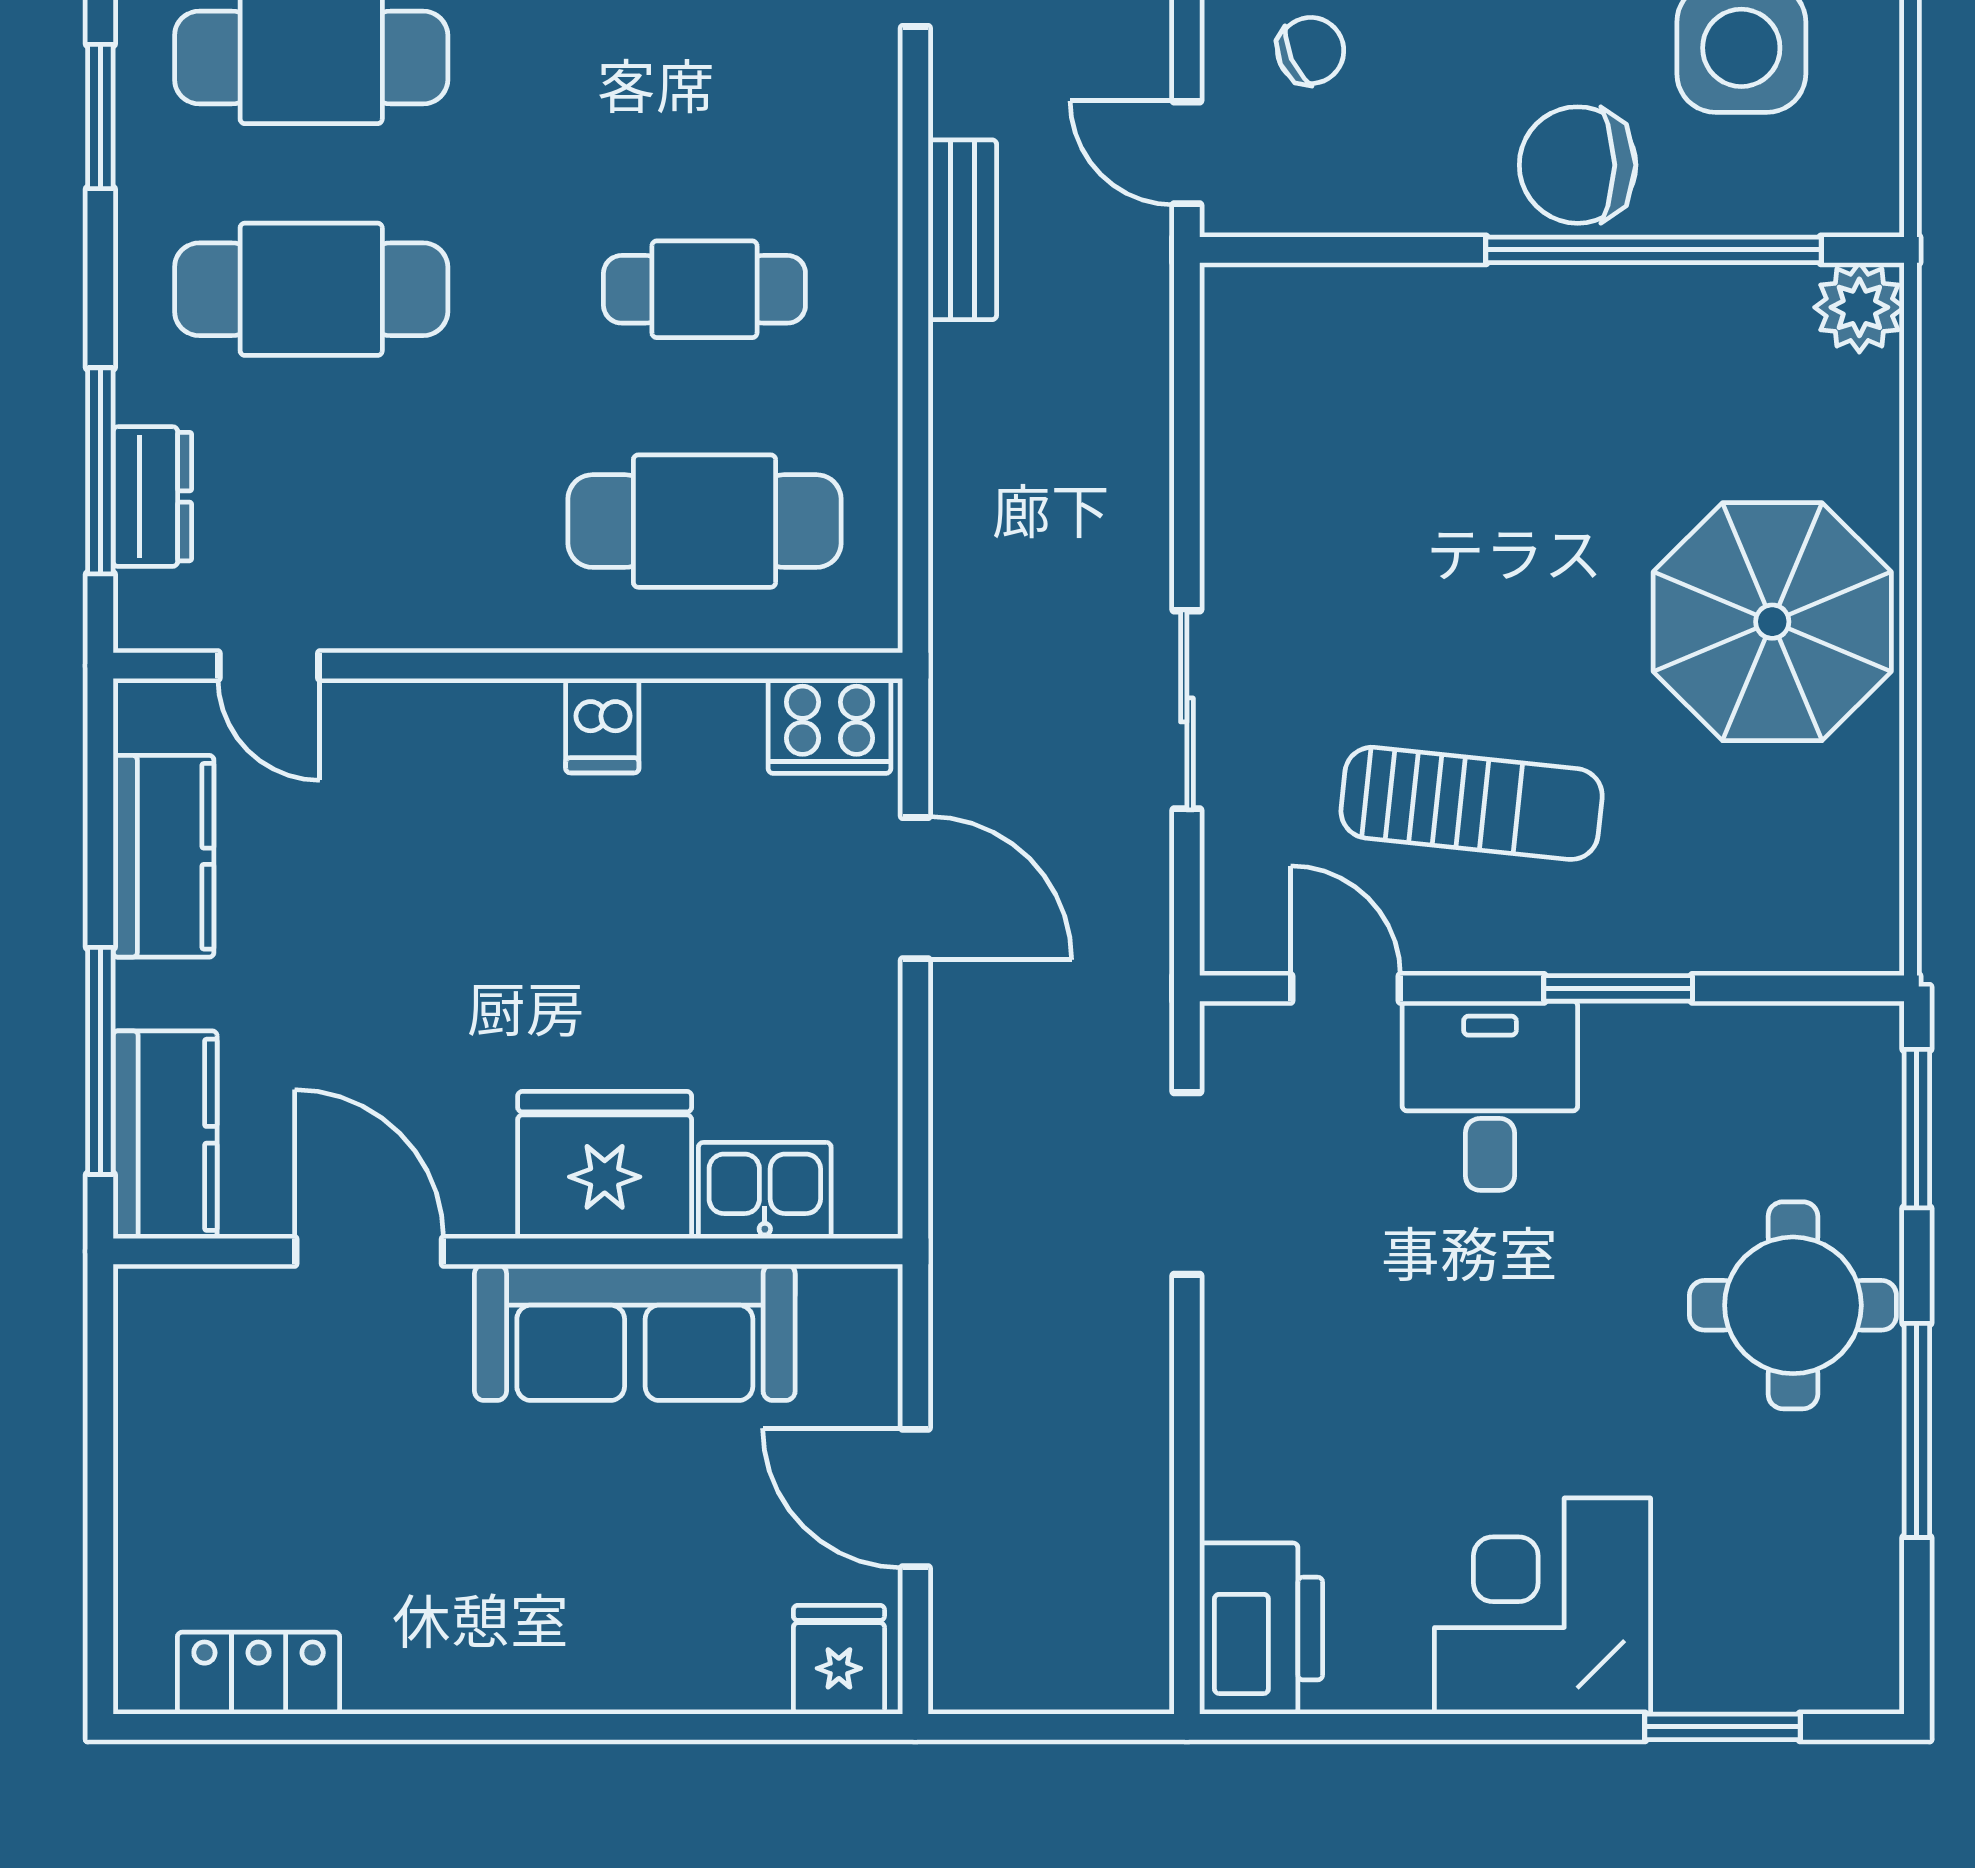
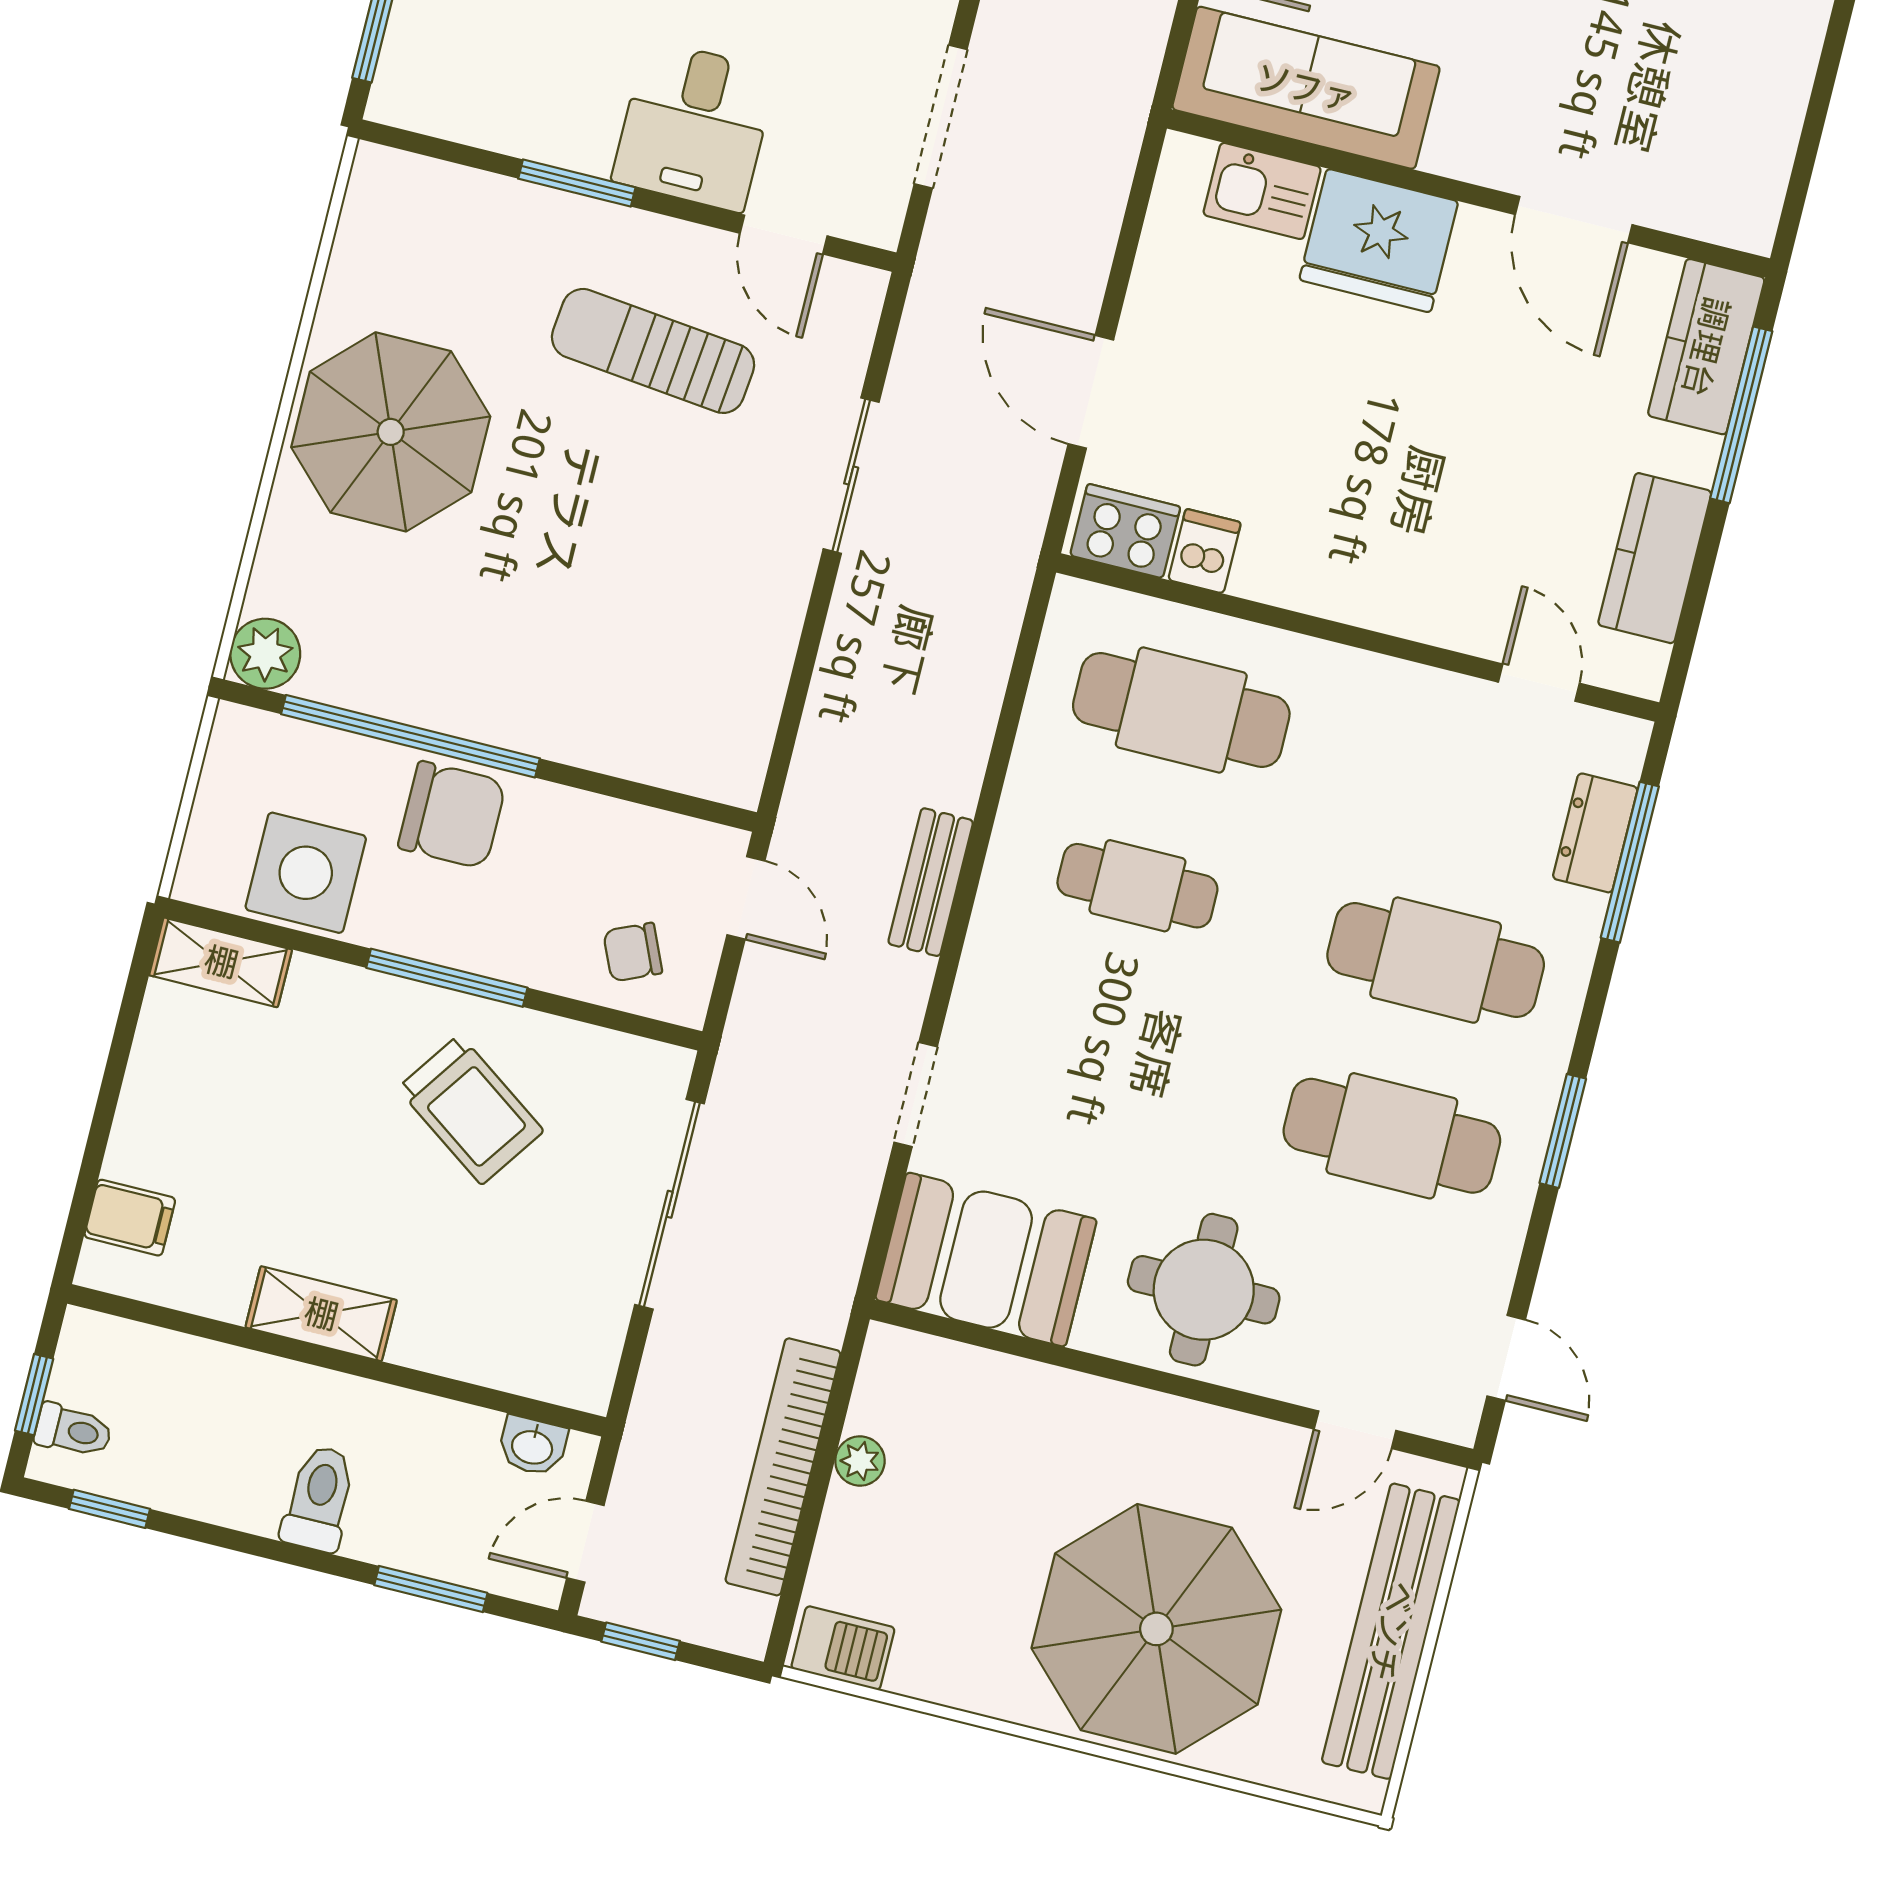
dishwasher: (602, 726) -> (1205, 551), moved
sofa: (635, 1332) -> (1306, 88), moved

